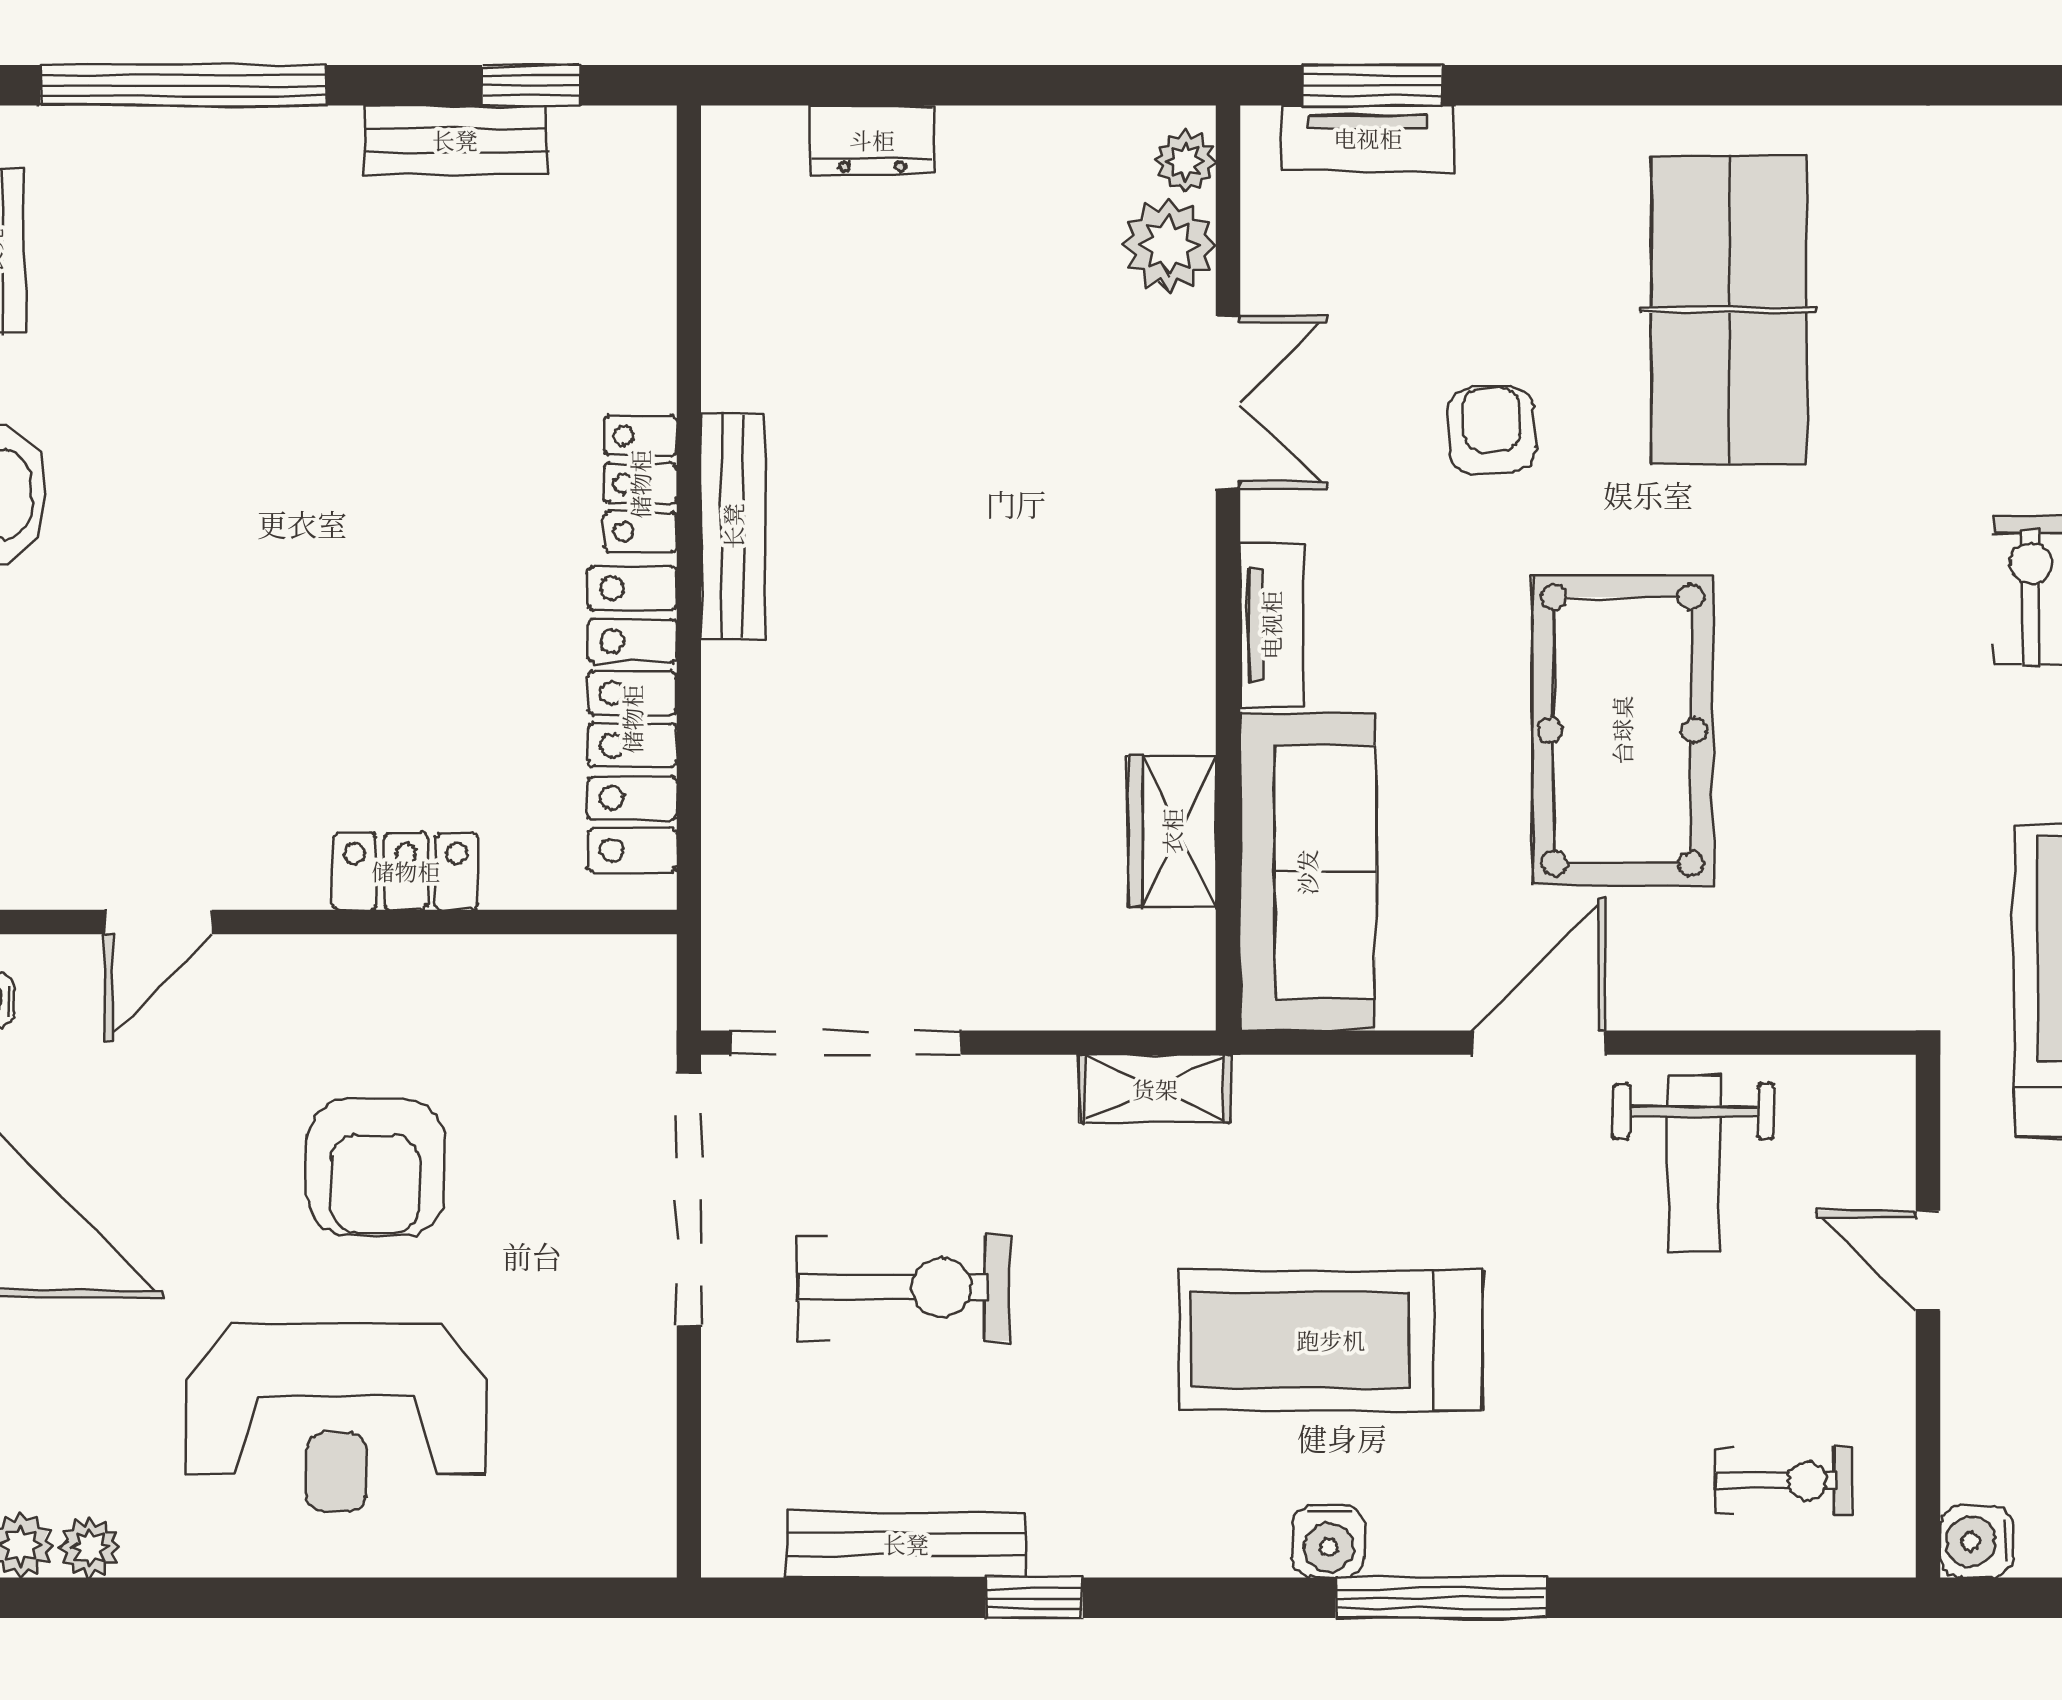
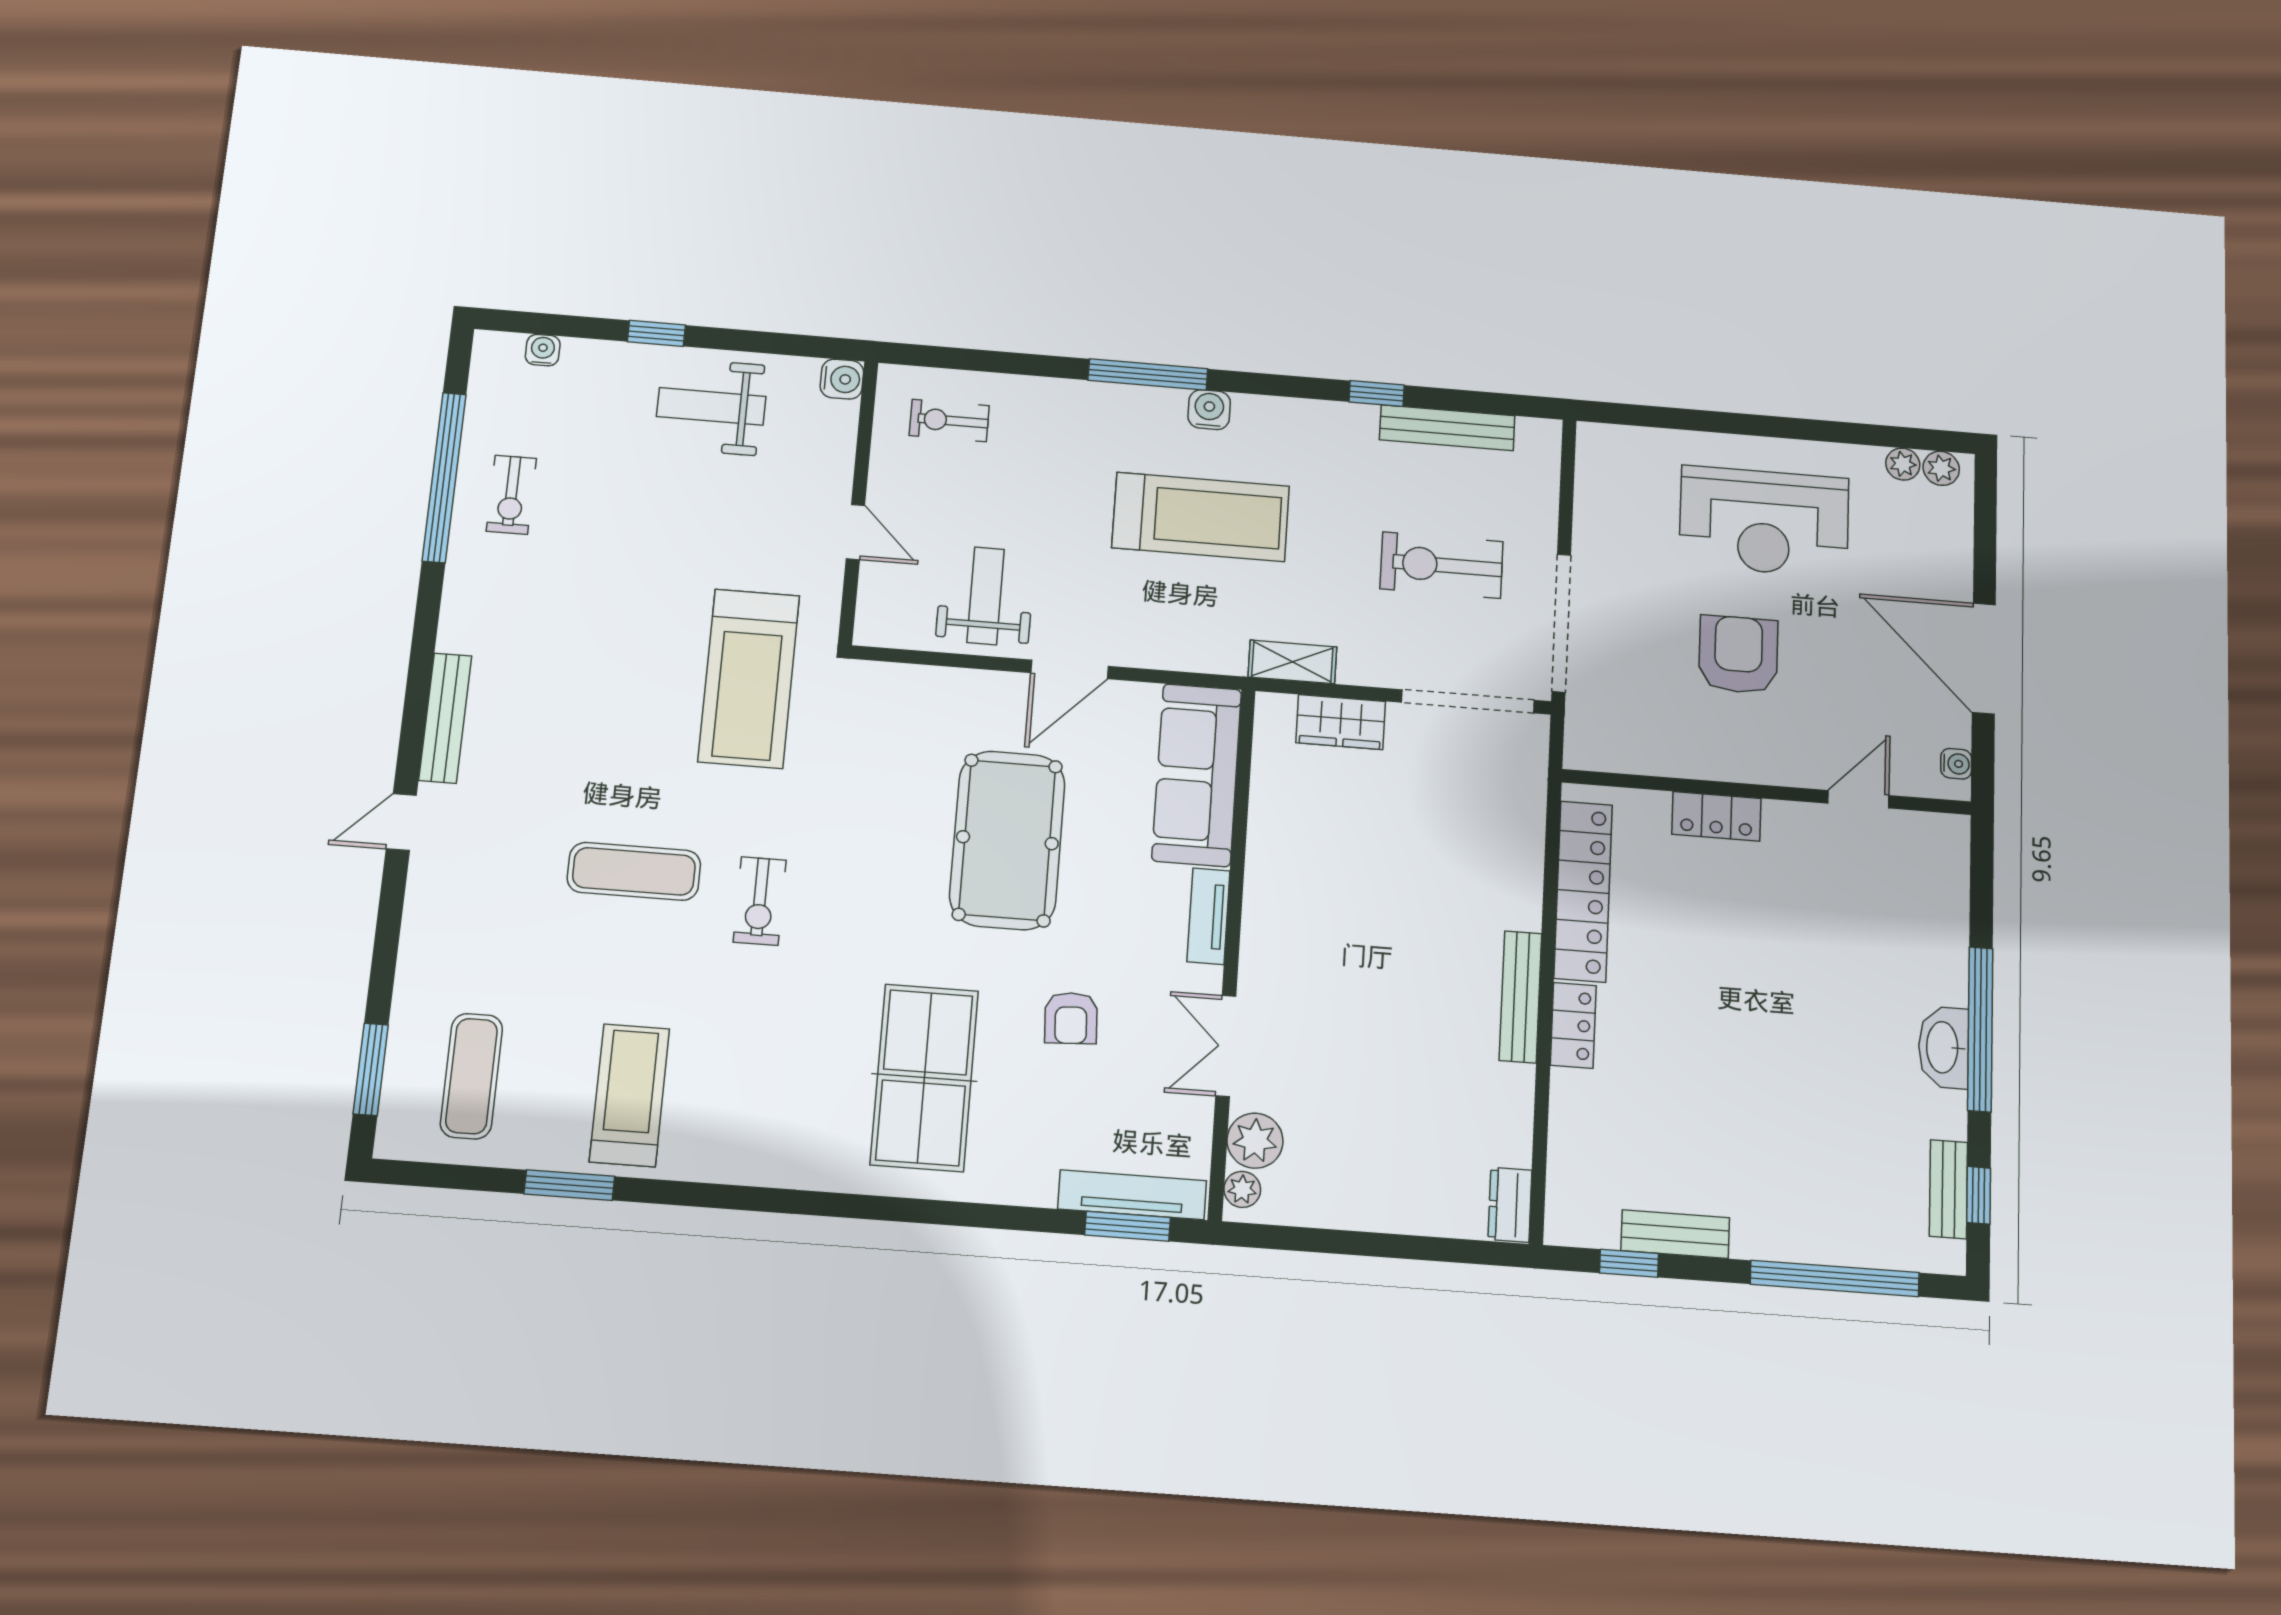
tv unit: (1368, 138) -> (1132, 1195), width x1.41
dresser: (872, 140) -> (1510, 1205), moved, turned -90
wardrobe: (1172, 831) -> (1341, 722), moved, turned 90
reception desk: (336, 1418) -> (1764, 522), turned 180

